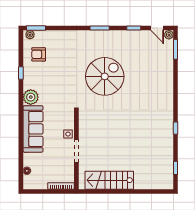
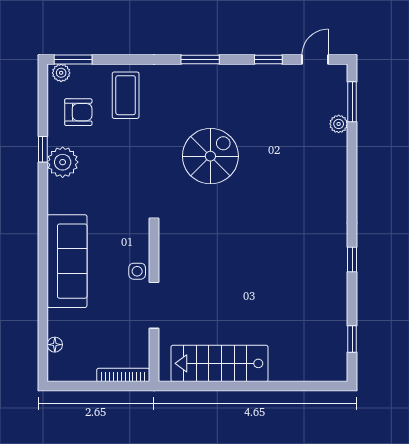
door: (157, 28) -> (315, 59), swing flipped
plant: (169, 35) -> (339, 124), moved
coffee table: (62, 46) -> (126, 95), added
armchair: (39, 54) -> (78, 112), turned 180
spiral stairs: (105, 76) -> (210, 156), width x0.73, depth x0.73
plant: (31, 97) -> (63, 162), moved

